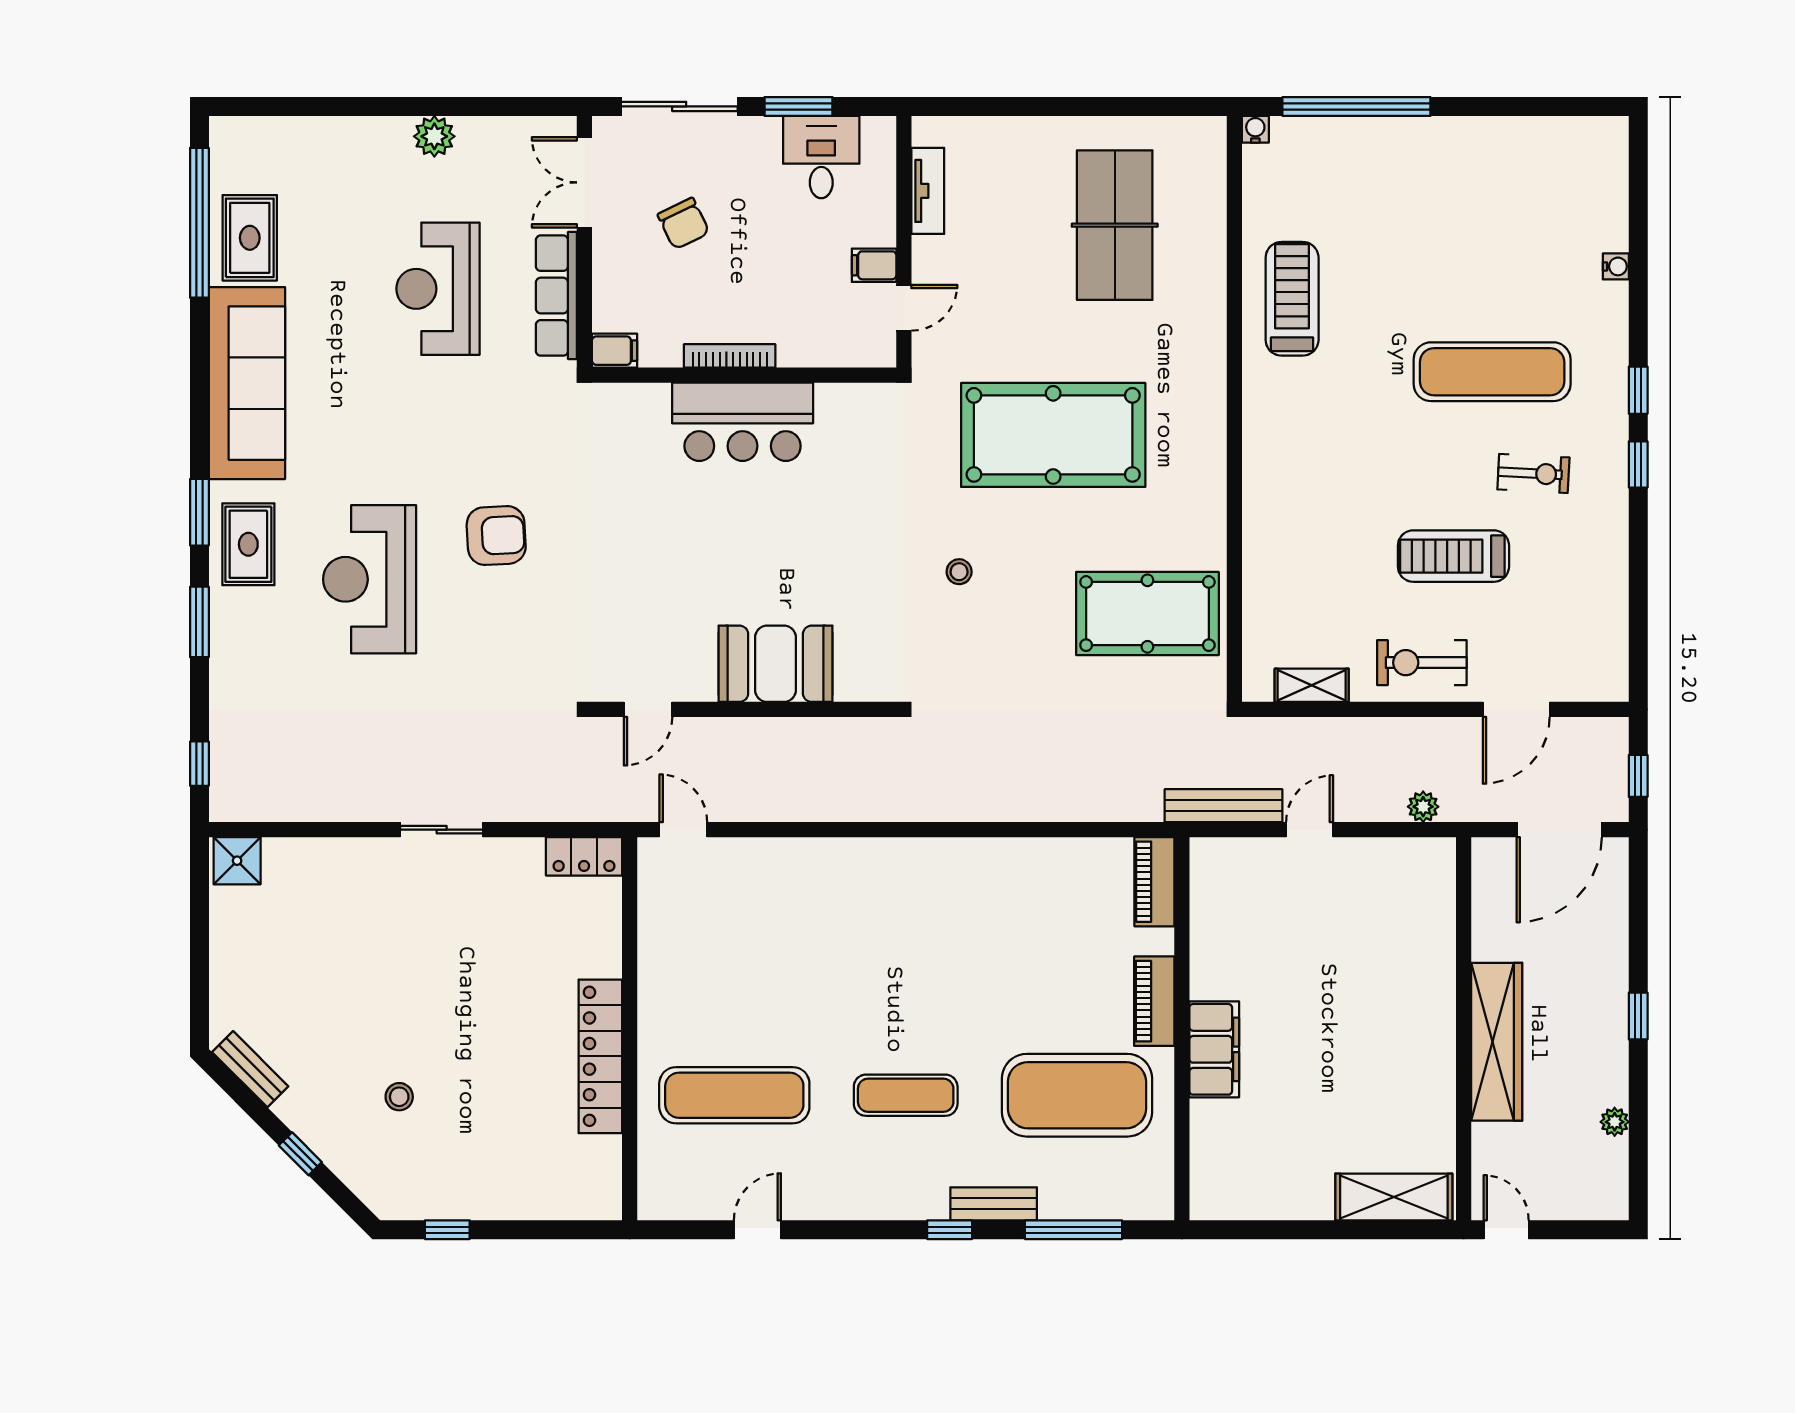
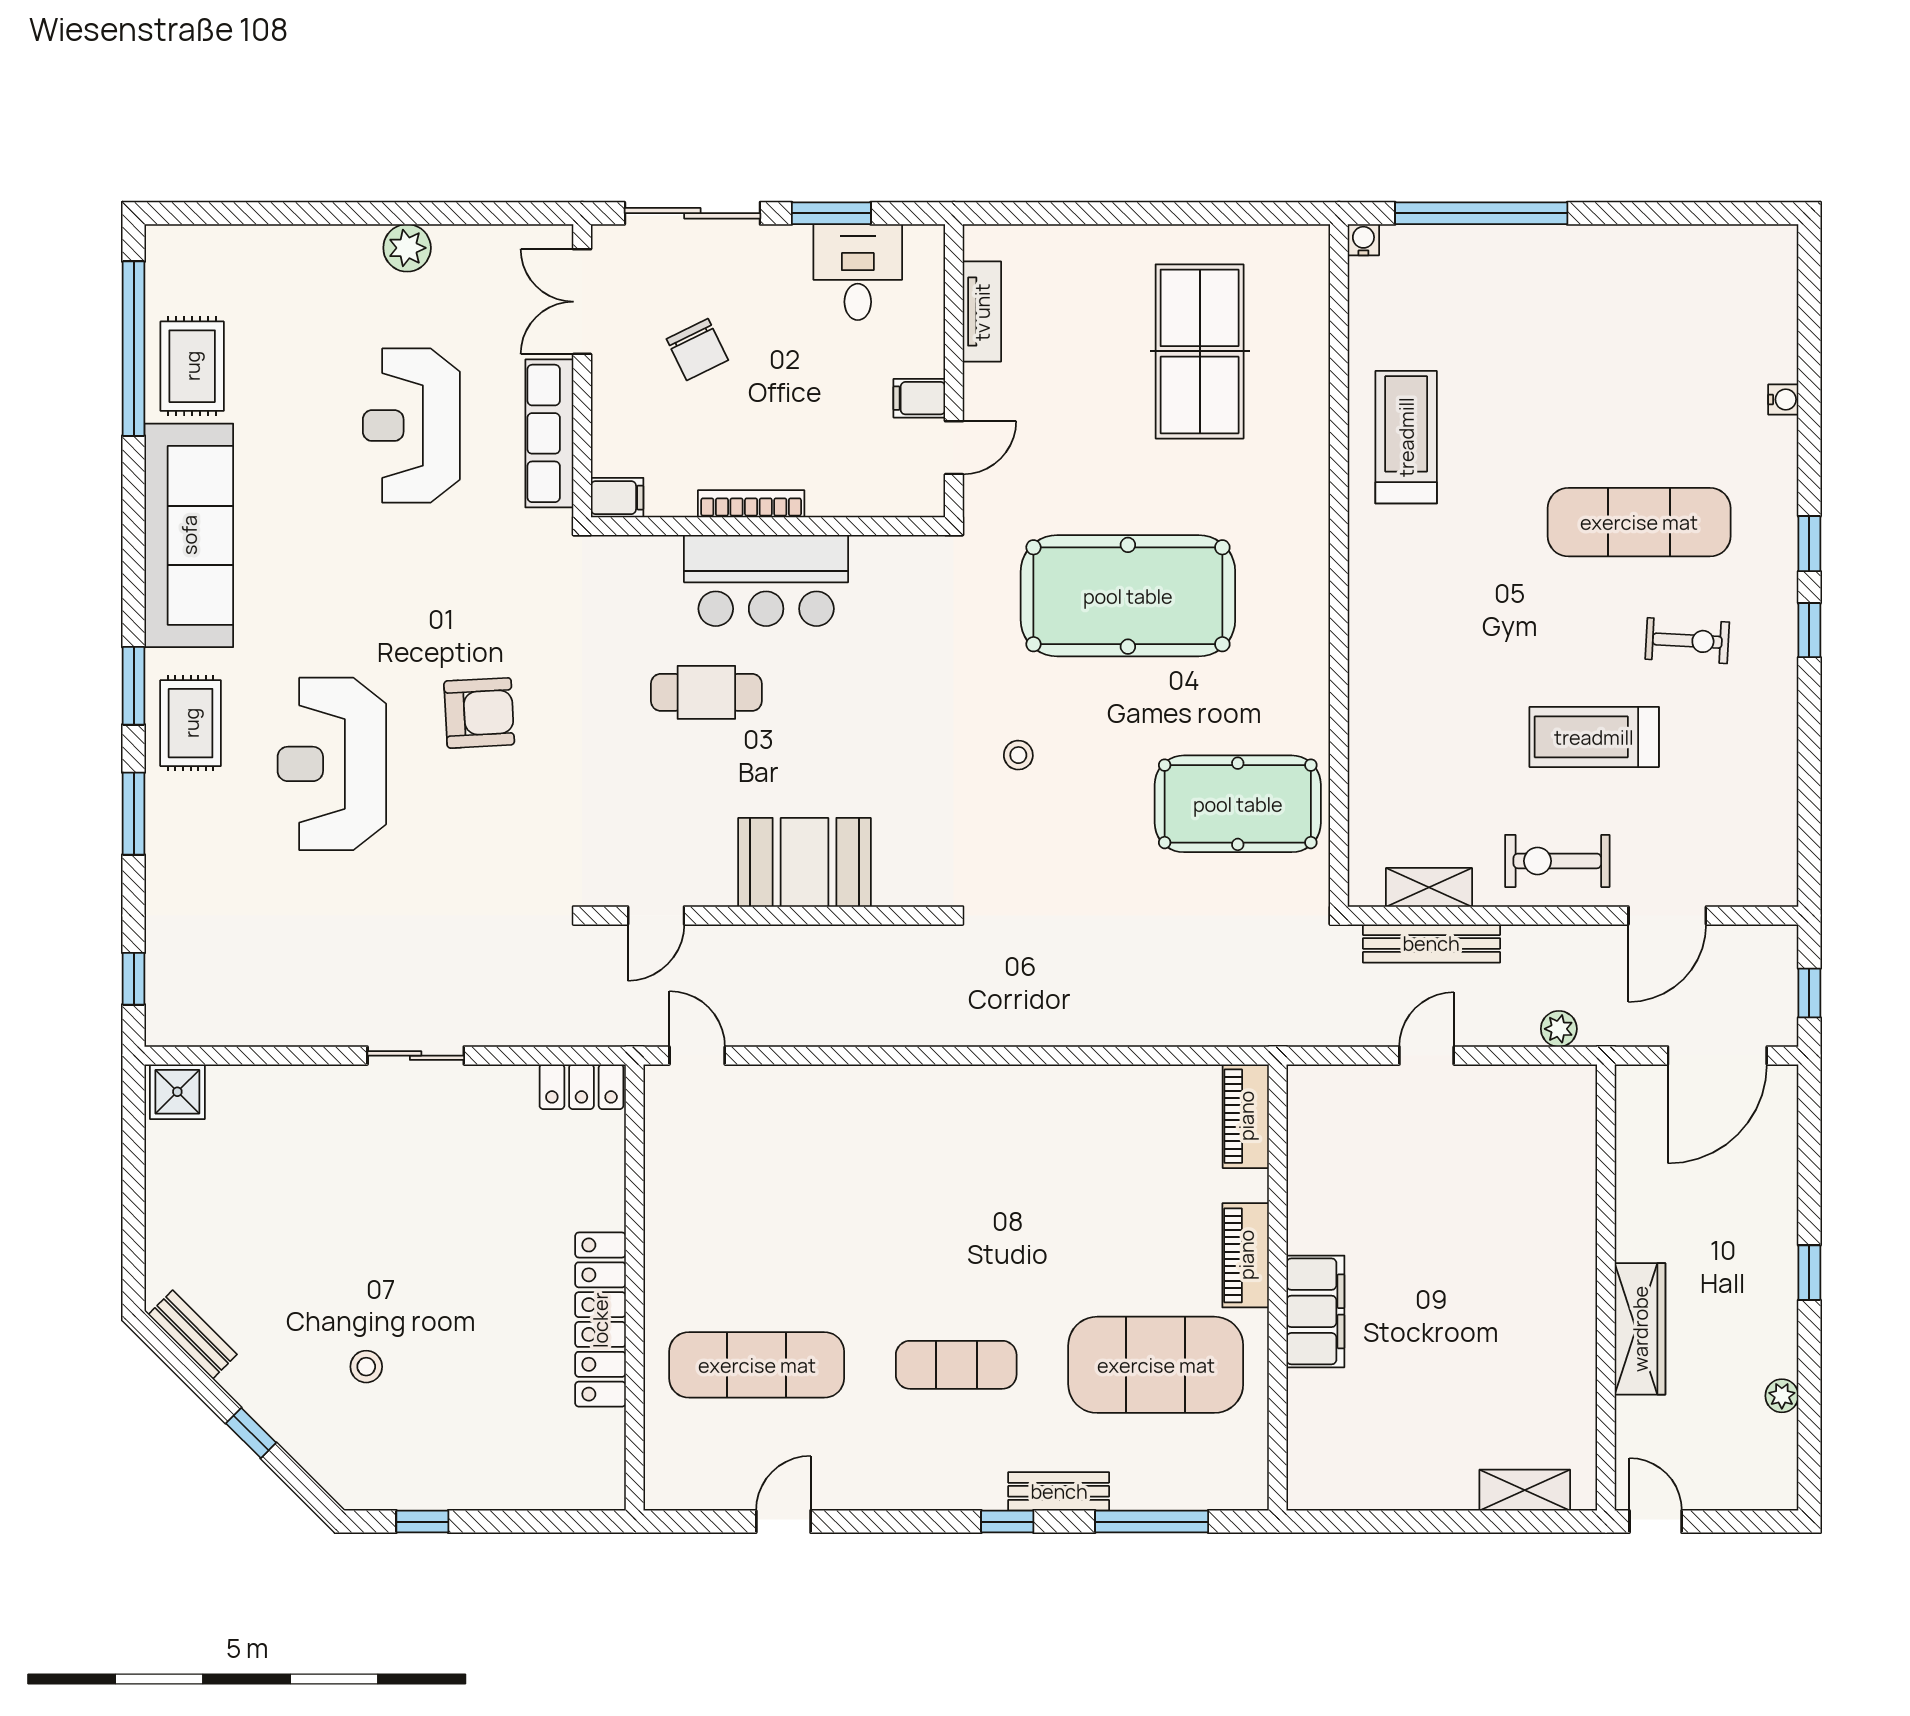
cafe table: (691, 518) -> (706, 692), added
bench: (1224, 806) -> (1431, 943), moved
wardrobe: (1497, 1042) -> (1640, 1329), width x0.71, depth x0.85
shelving: (1394, 1197) -> (1525, 1490), width x0.67, depth x0.75

